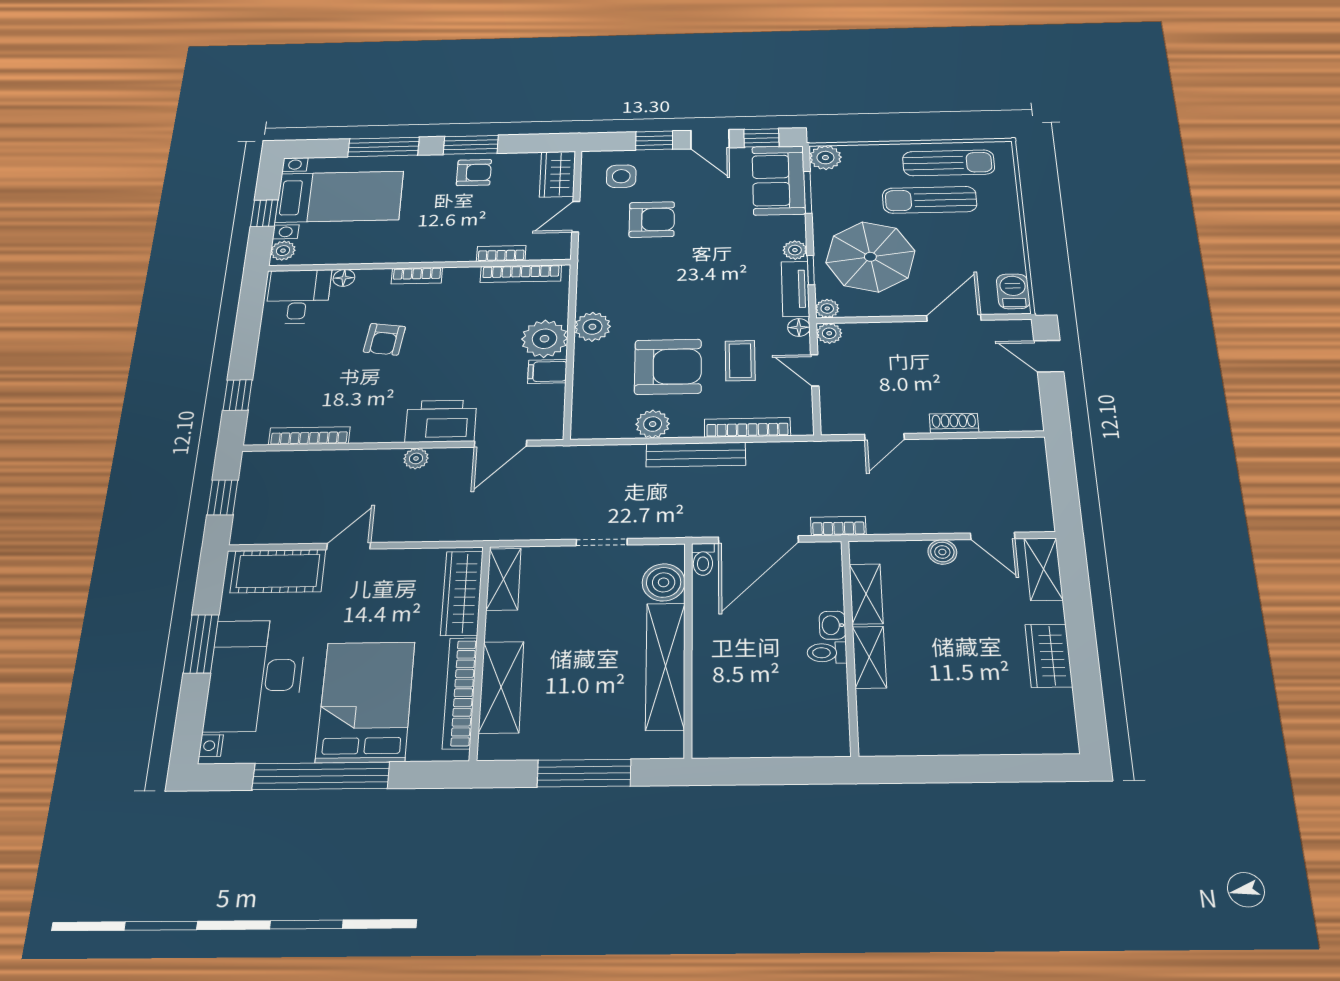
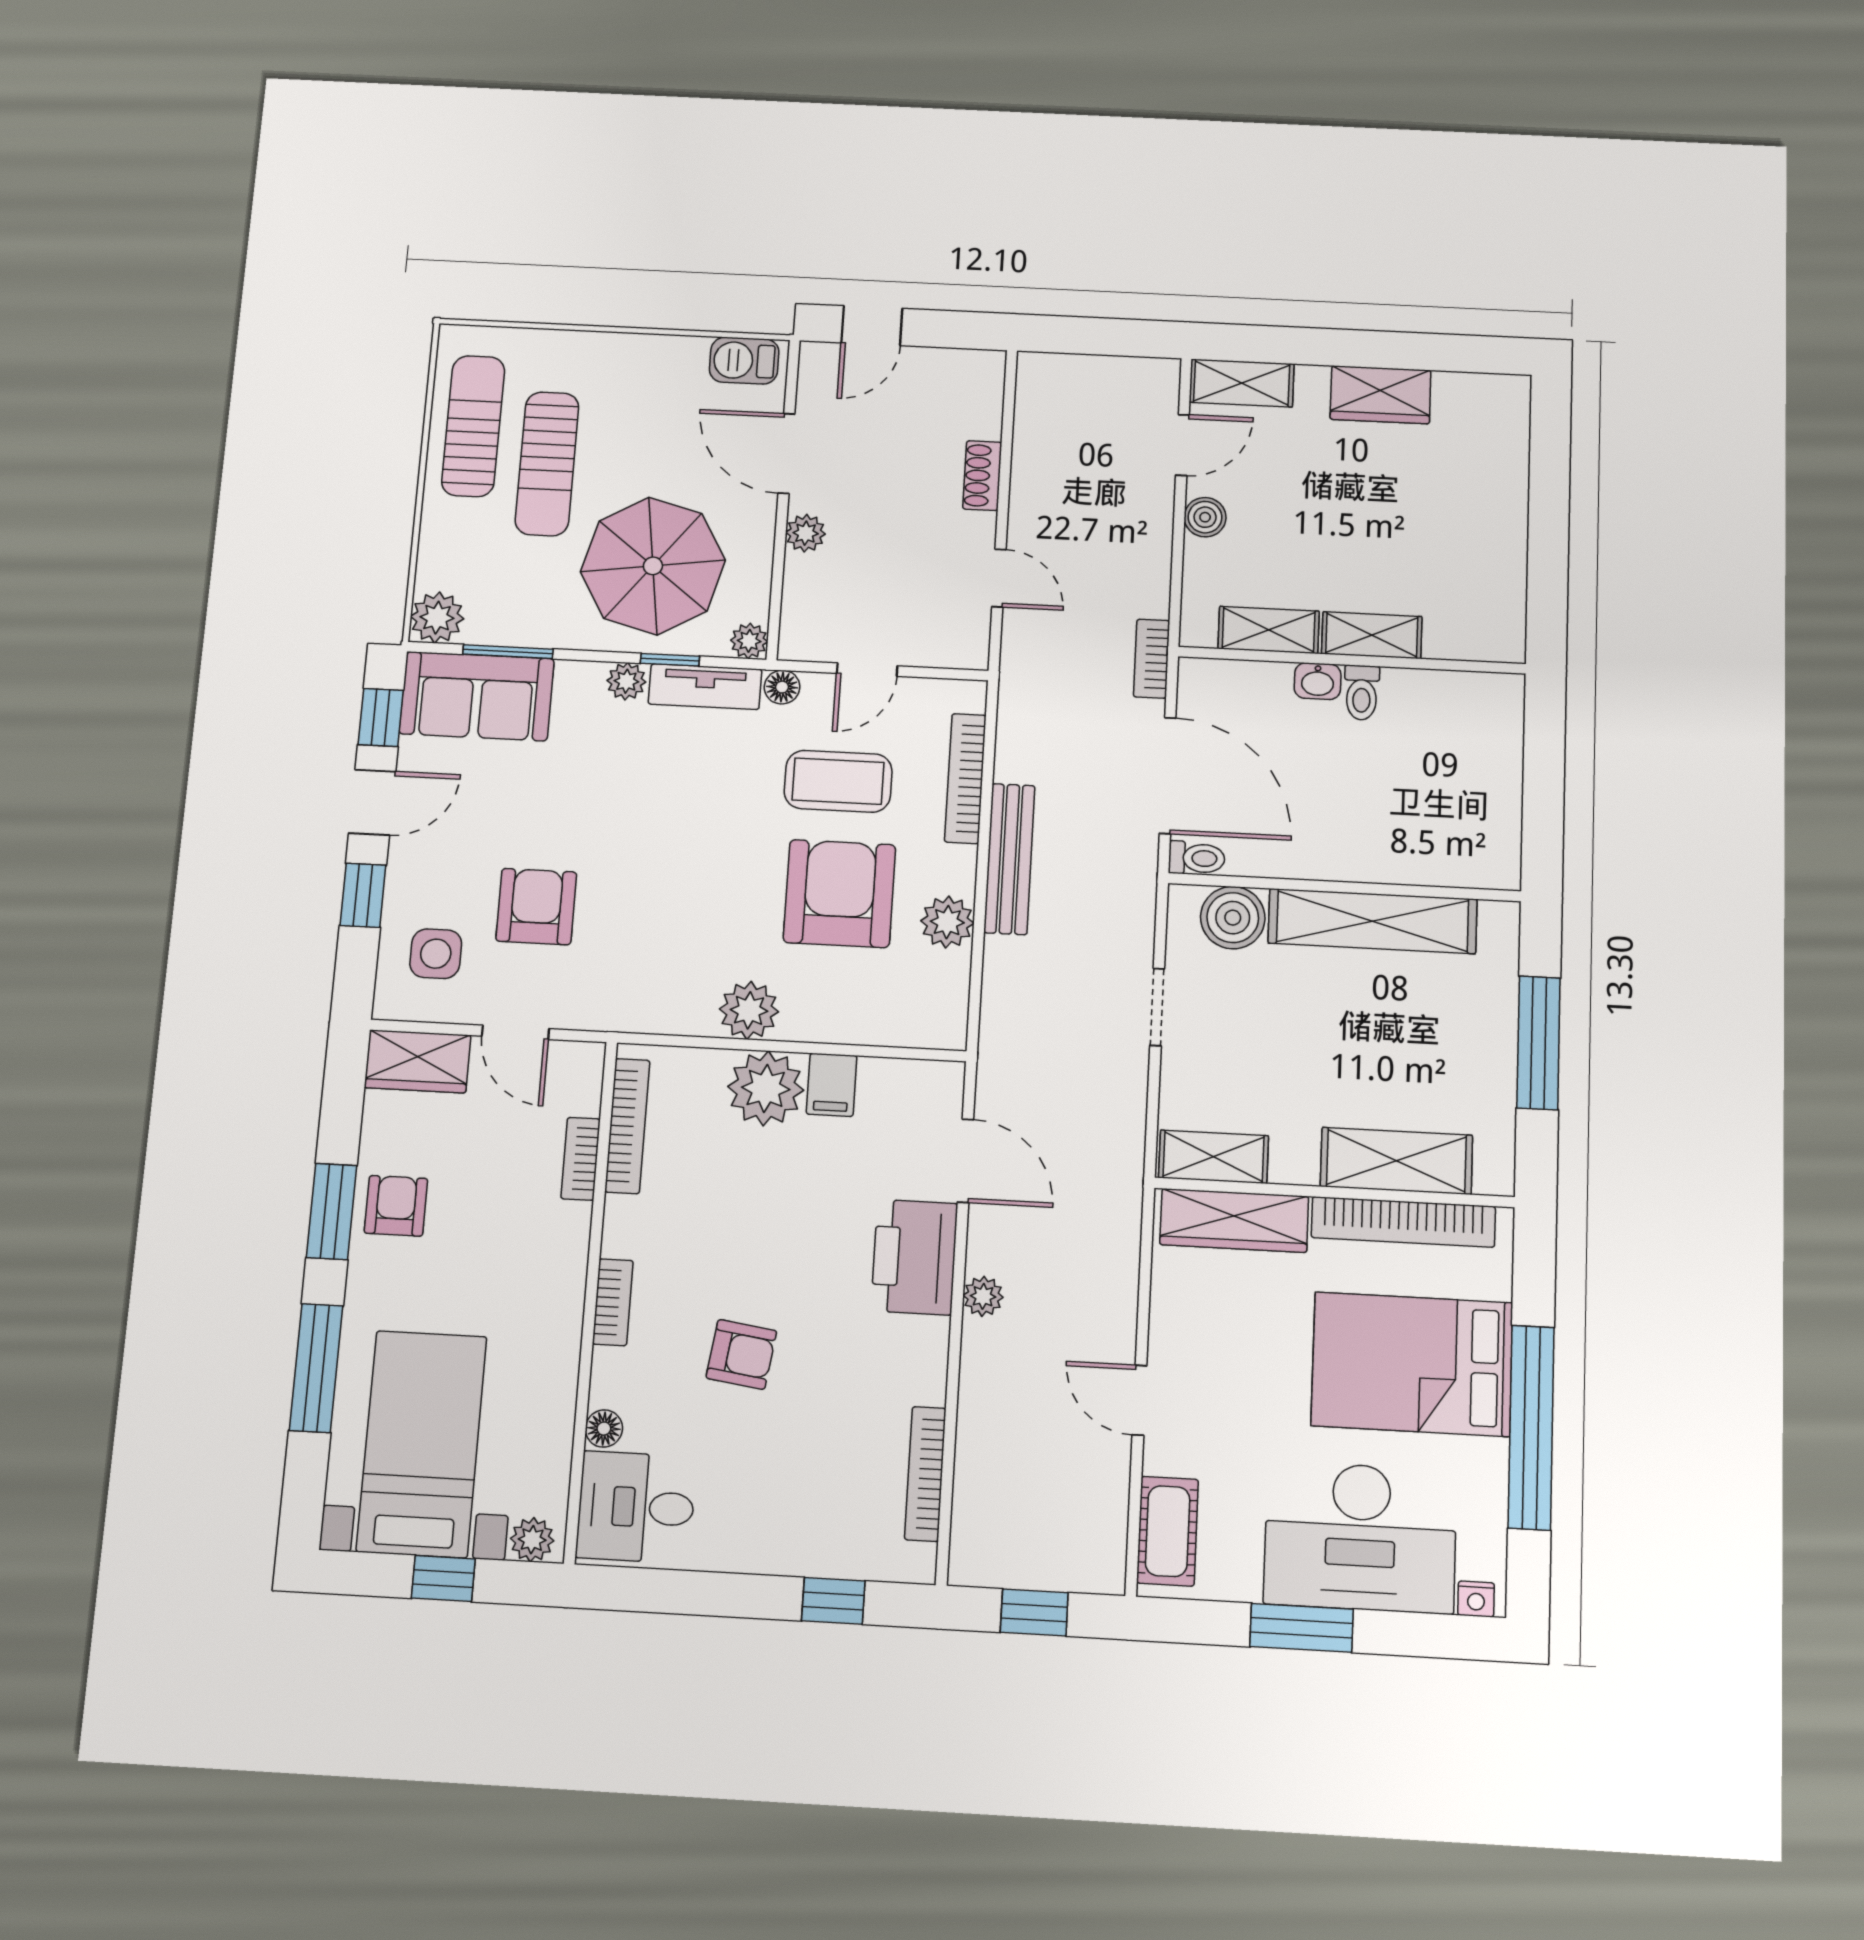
plant: (829, 333) -> (806, 533), moved
coffee table: (740, 361) -> (838, 781), width x1.36, depth x1.30
cot: (278, 571) -> (1168, 1531), width x0.73, depth x0.75

